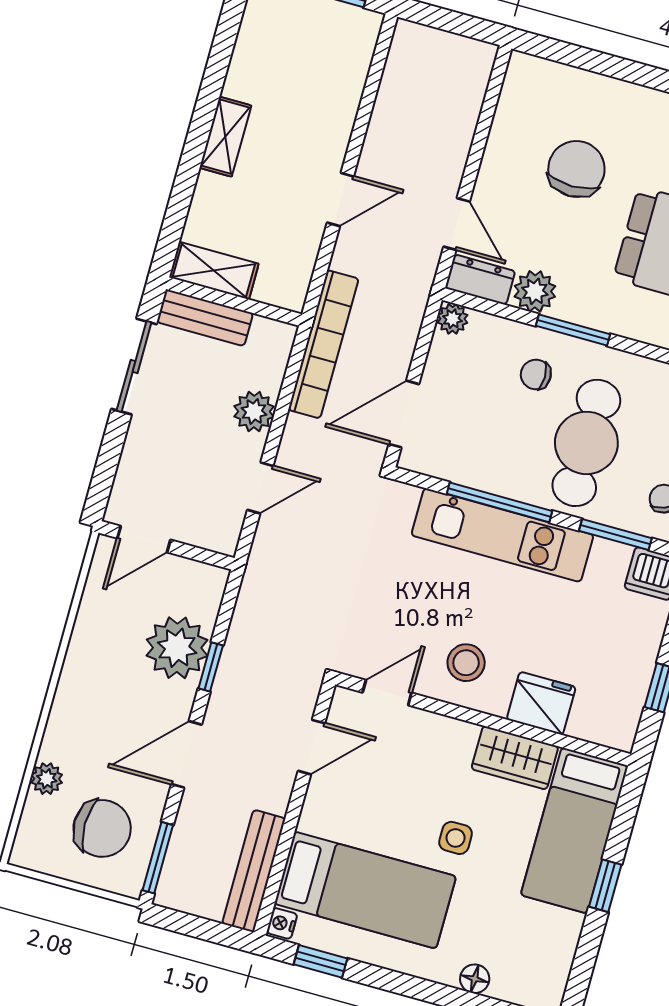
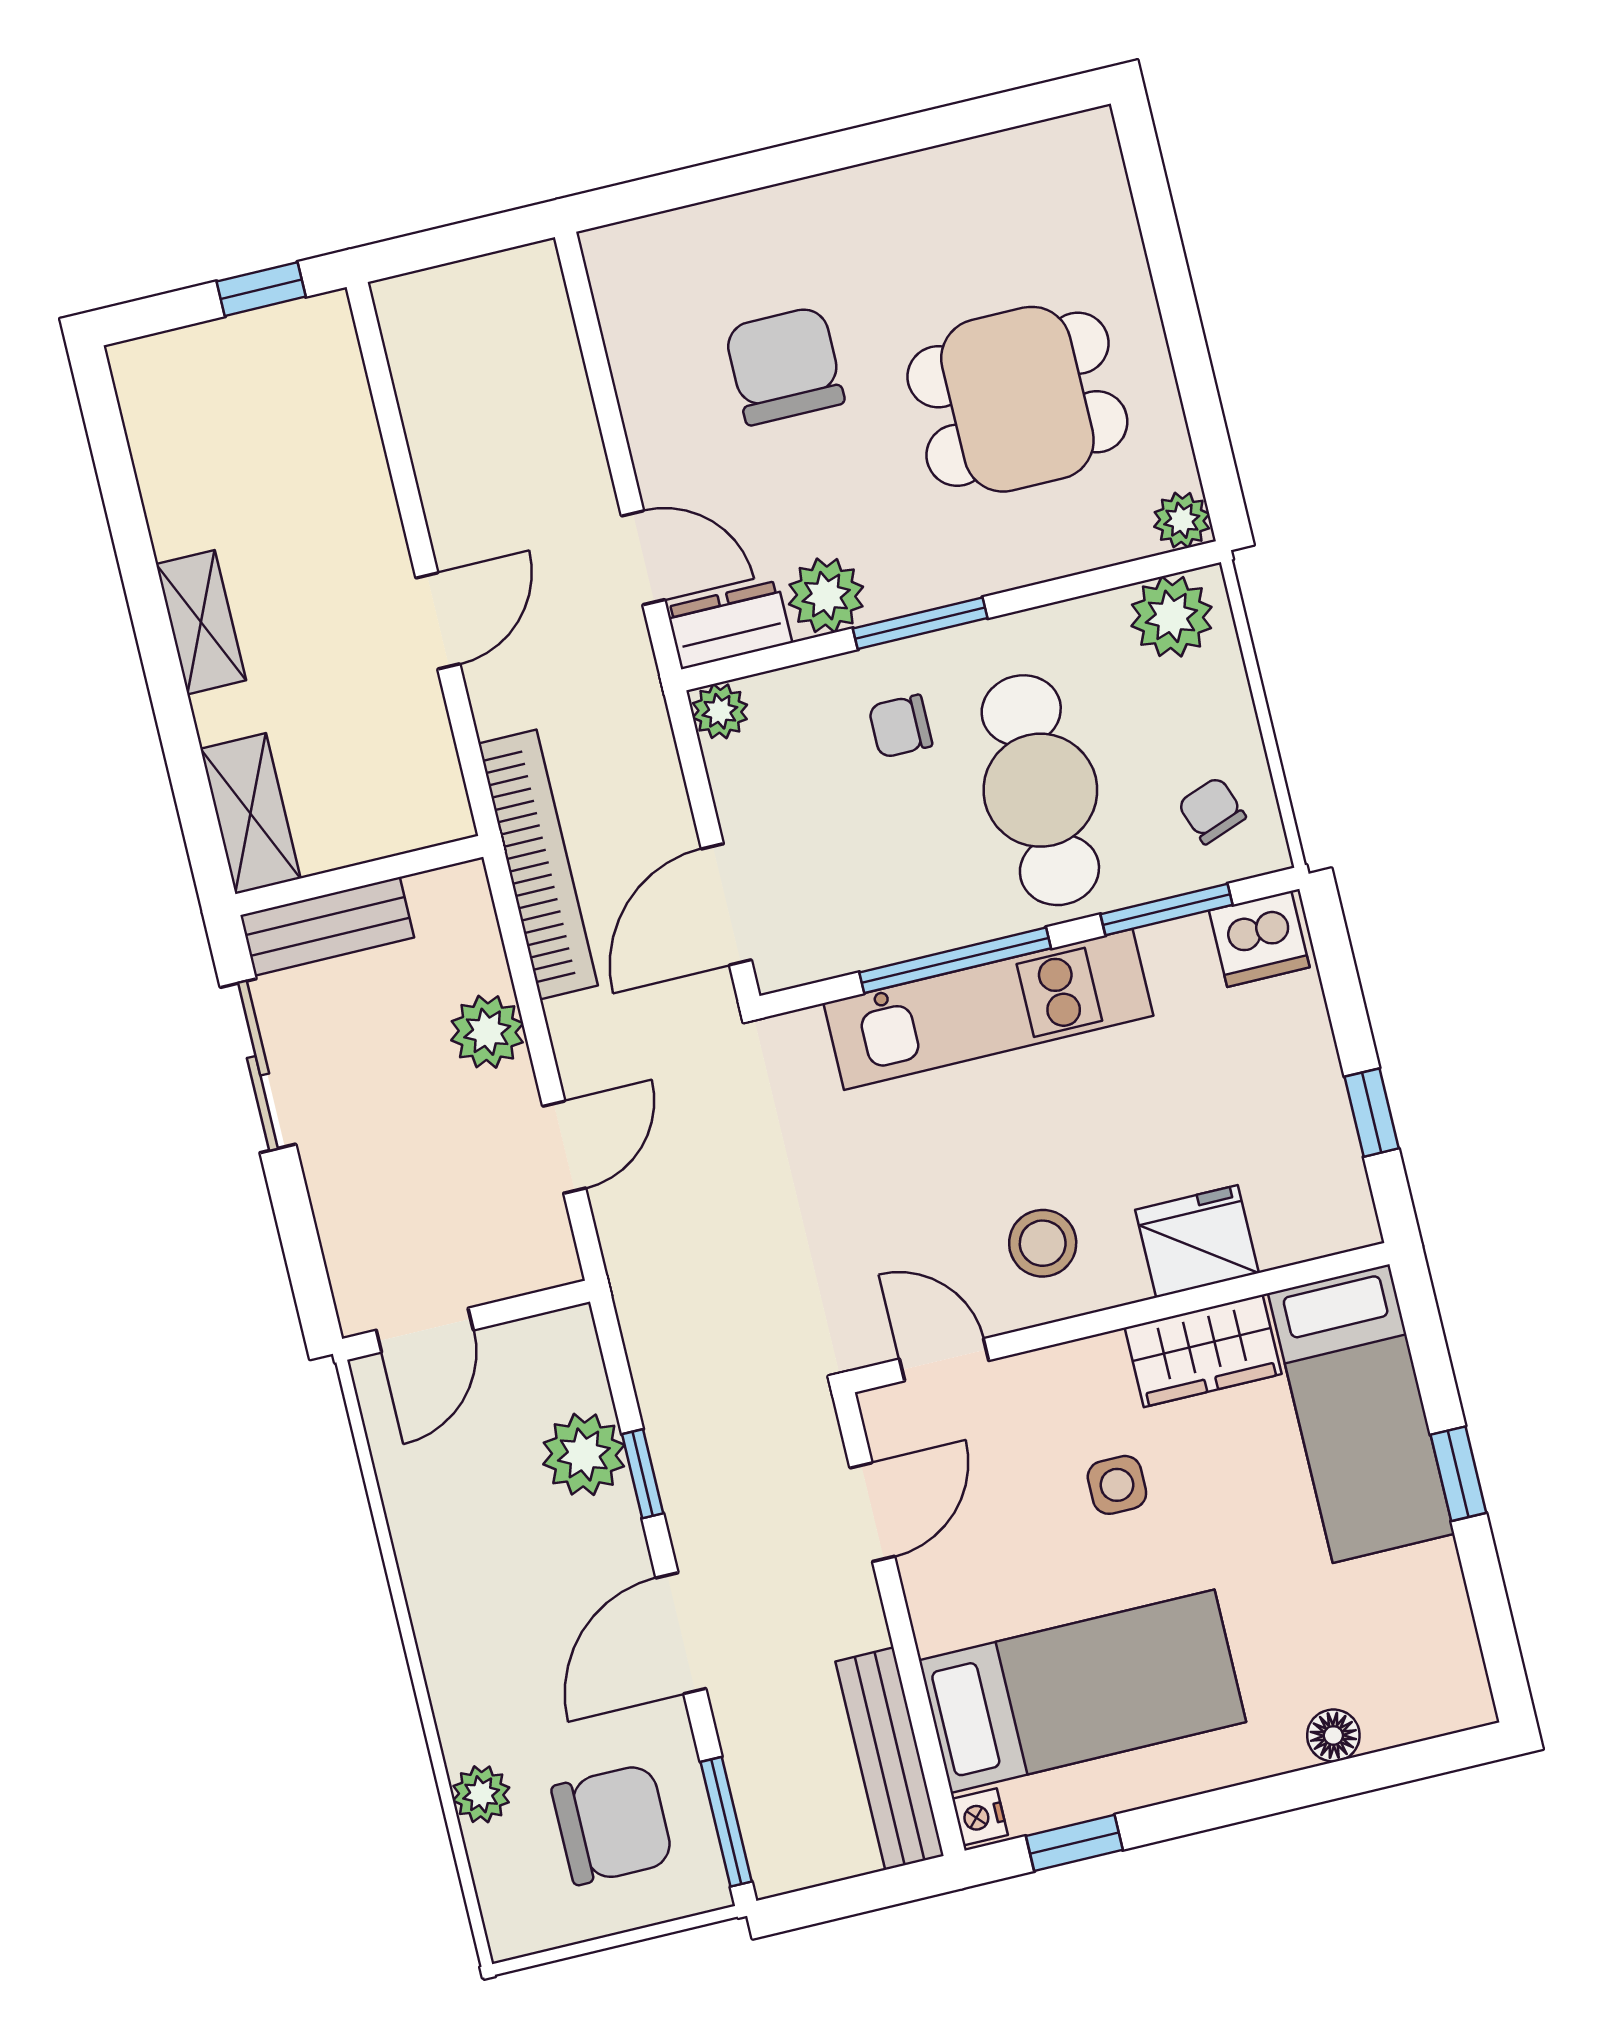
shelving: (214, 271) -> (250, 814), moved, turned 90
plant: (177, 648) -> (584, 1454), width x0.73, depth x0.73
door: (387, 693) -> (944, 1360), hinge flipped
side table: (456, 838) -> (1117, 1485), moved

